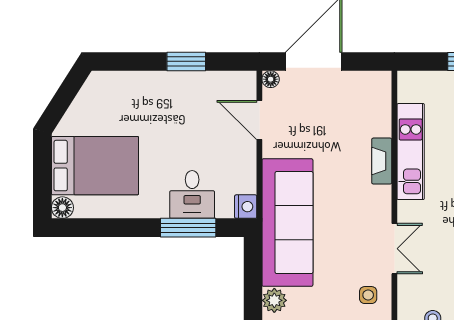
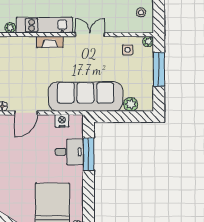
plant: (406, 93) -> (10, 28), added
nightstand: (246, 207) -> (62, 121), moved
double door: (394, 249) -> (90, 35), moved

